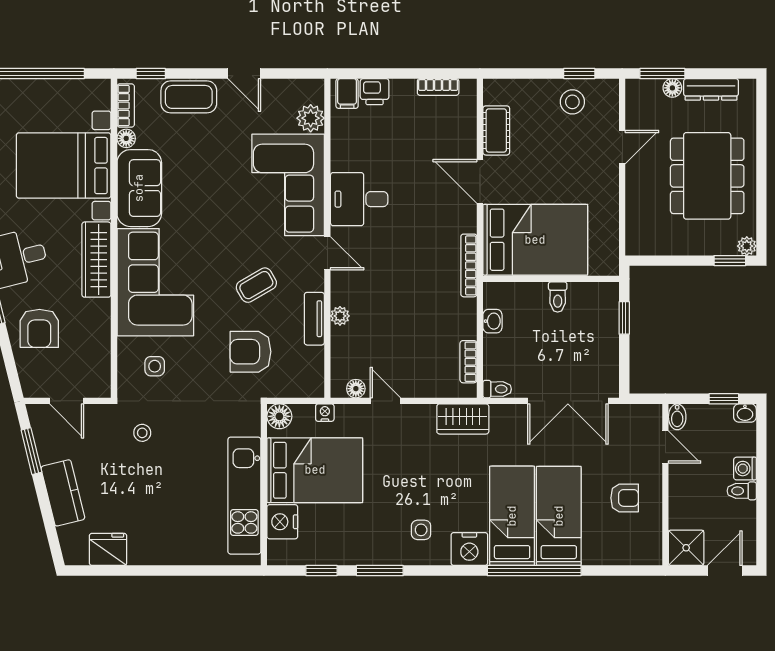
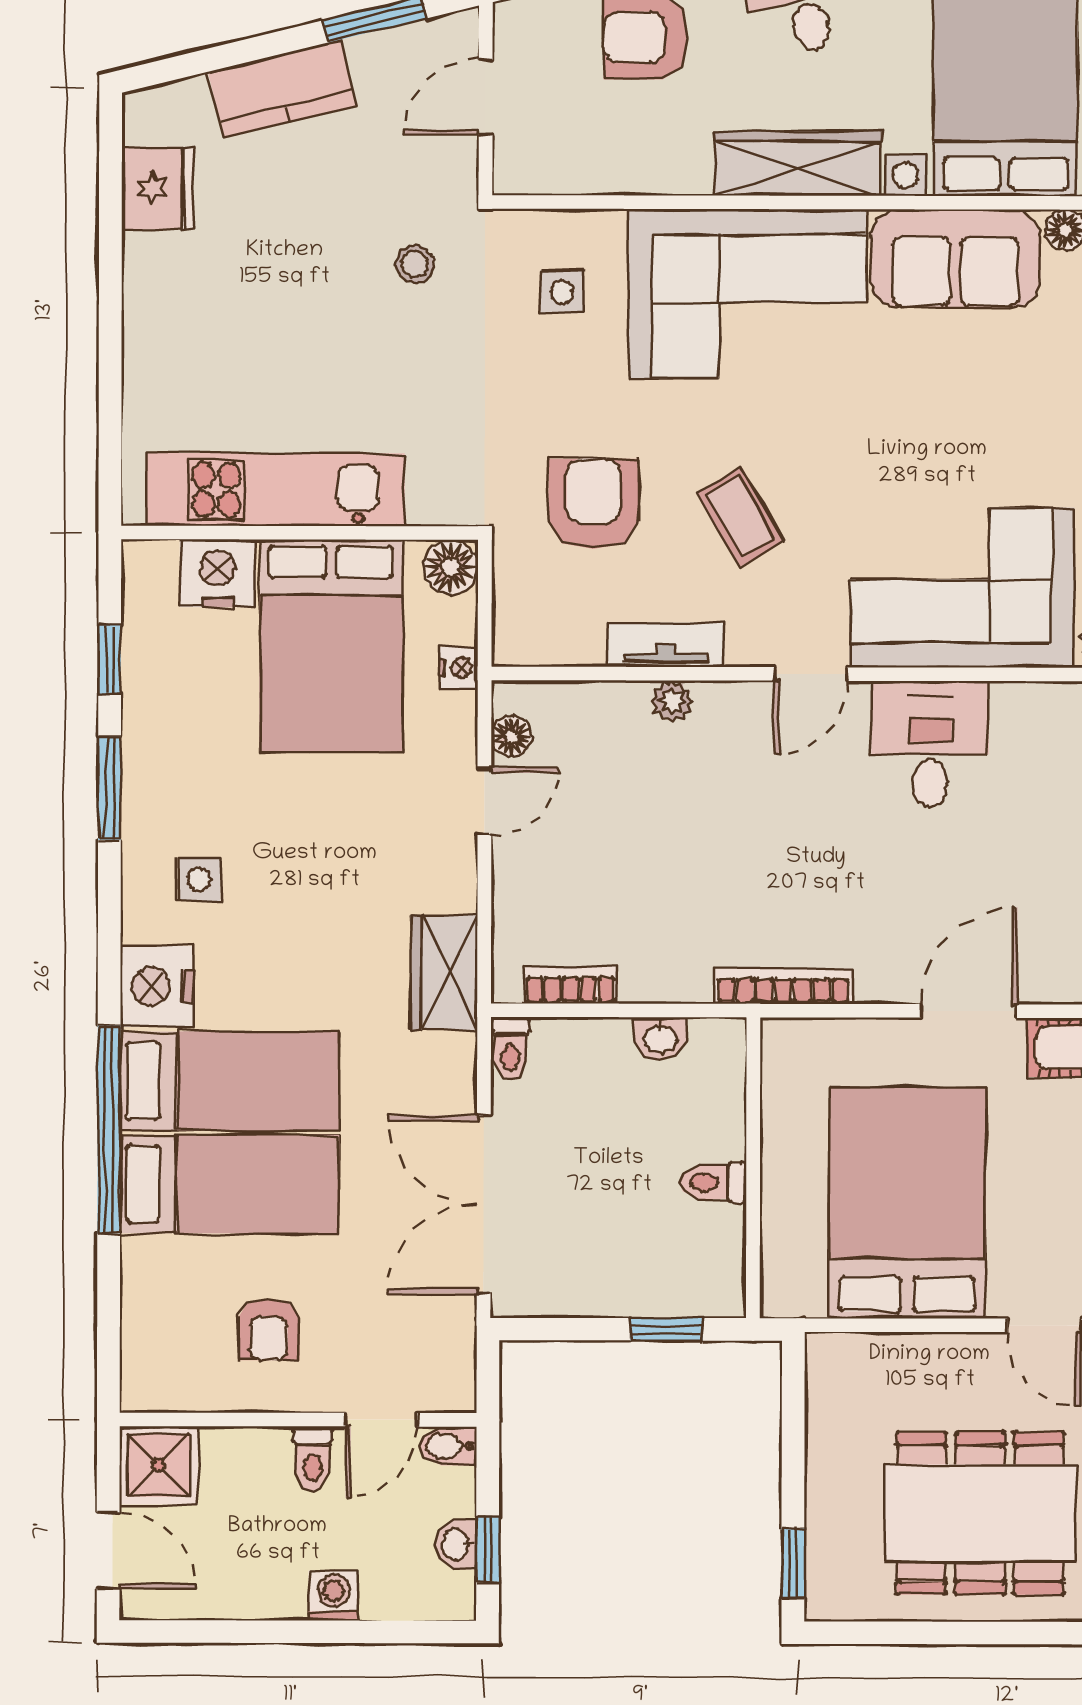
bed: (535, 240) -> (907, 1203), moved, turned 180
plant: (747, 246) -> (825, 1601), removed
washbasin: (745, 413) -> (456, 1544), moved
toilet: (742, 491) -> (313, 1459), moved, turned 180

